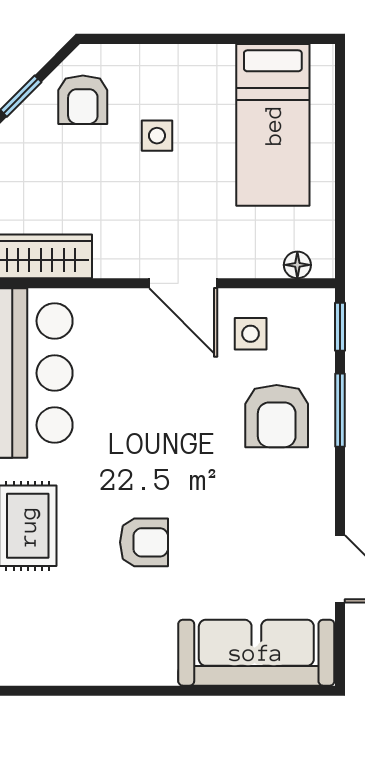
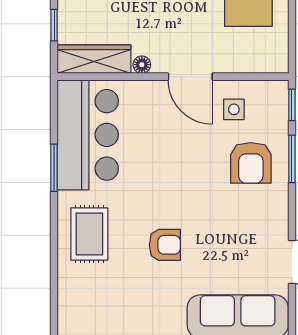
floor lamp: (297, 265) -> (142, 65), moved

